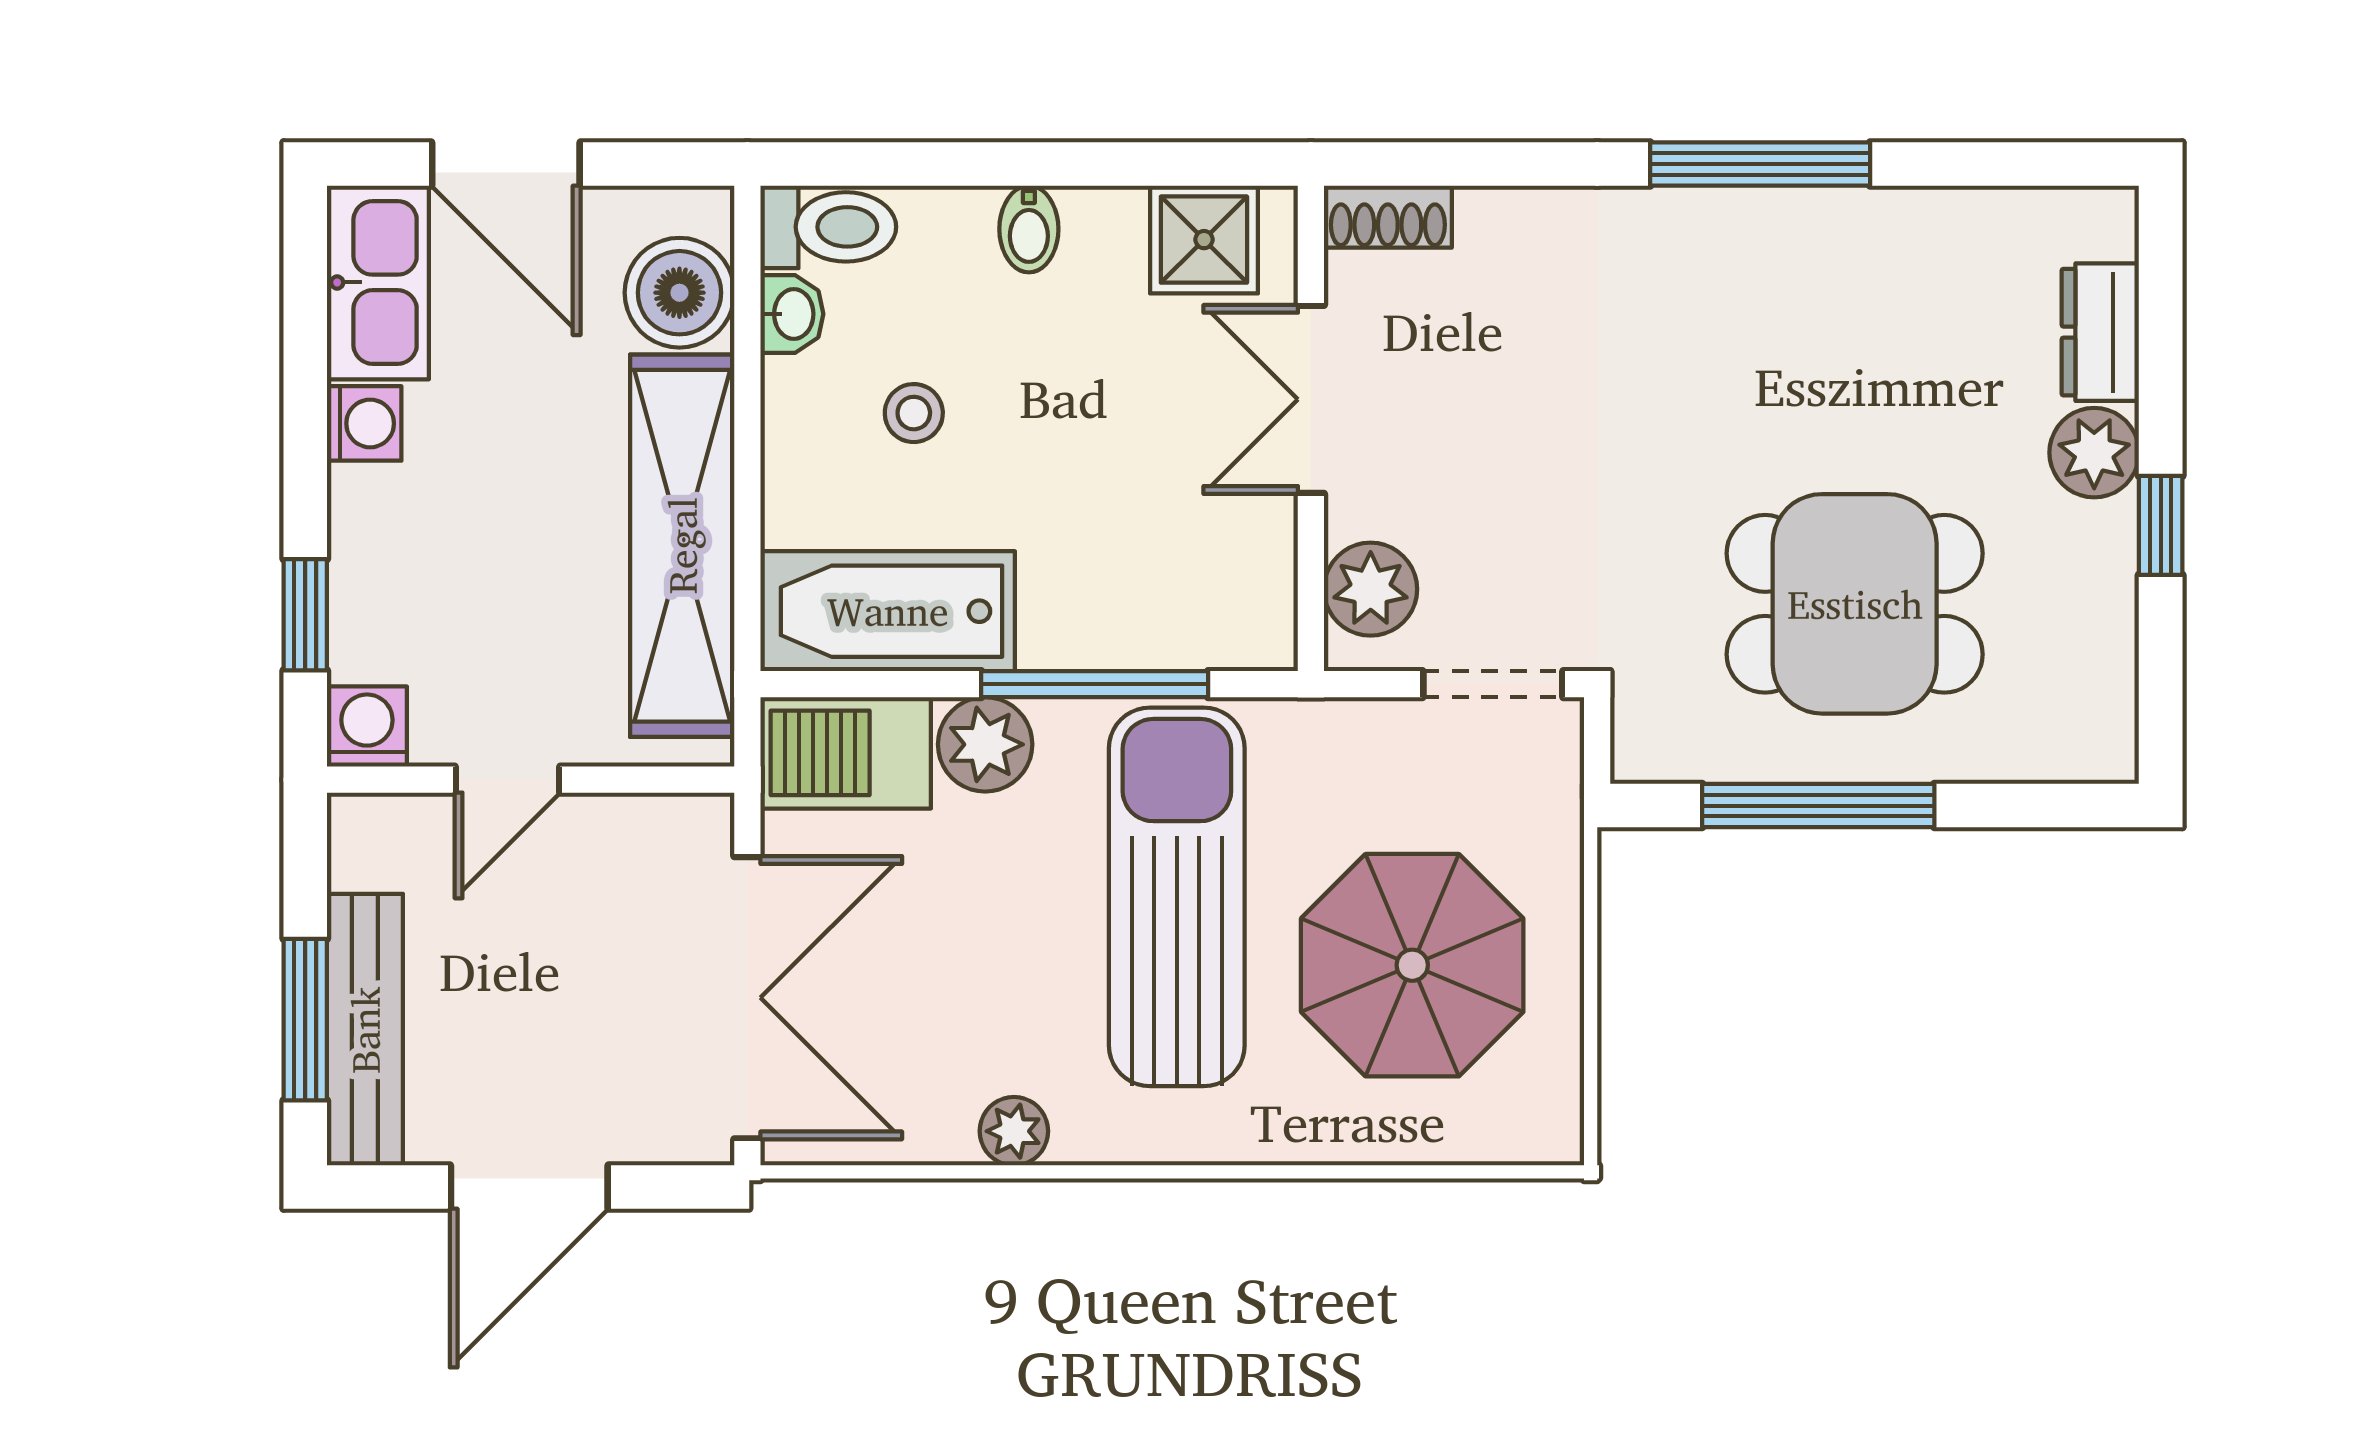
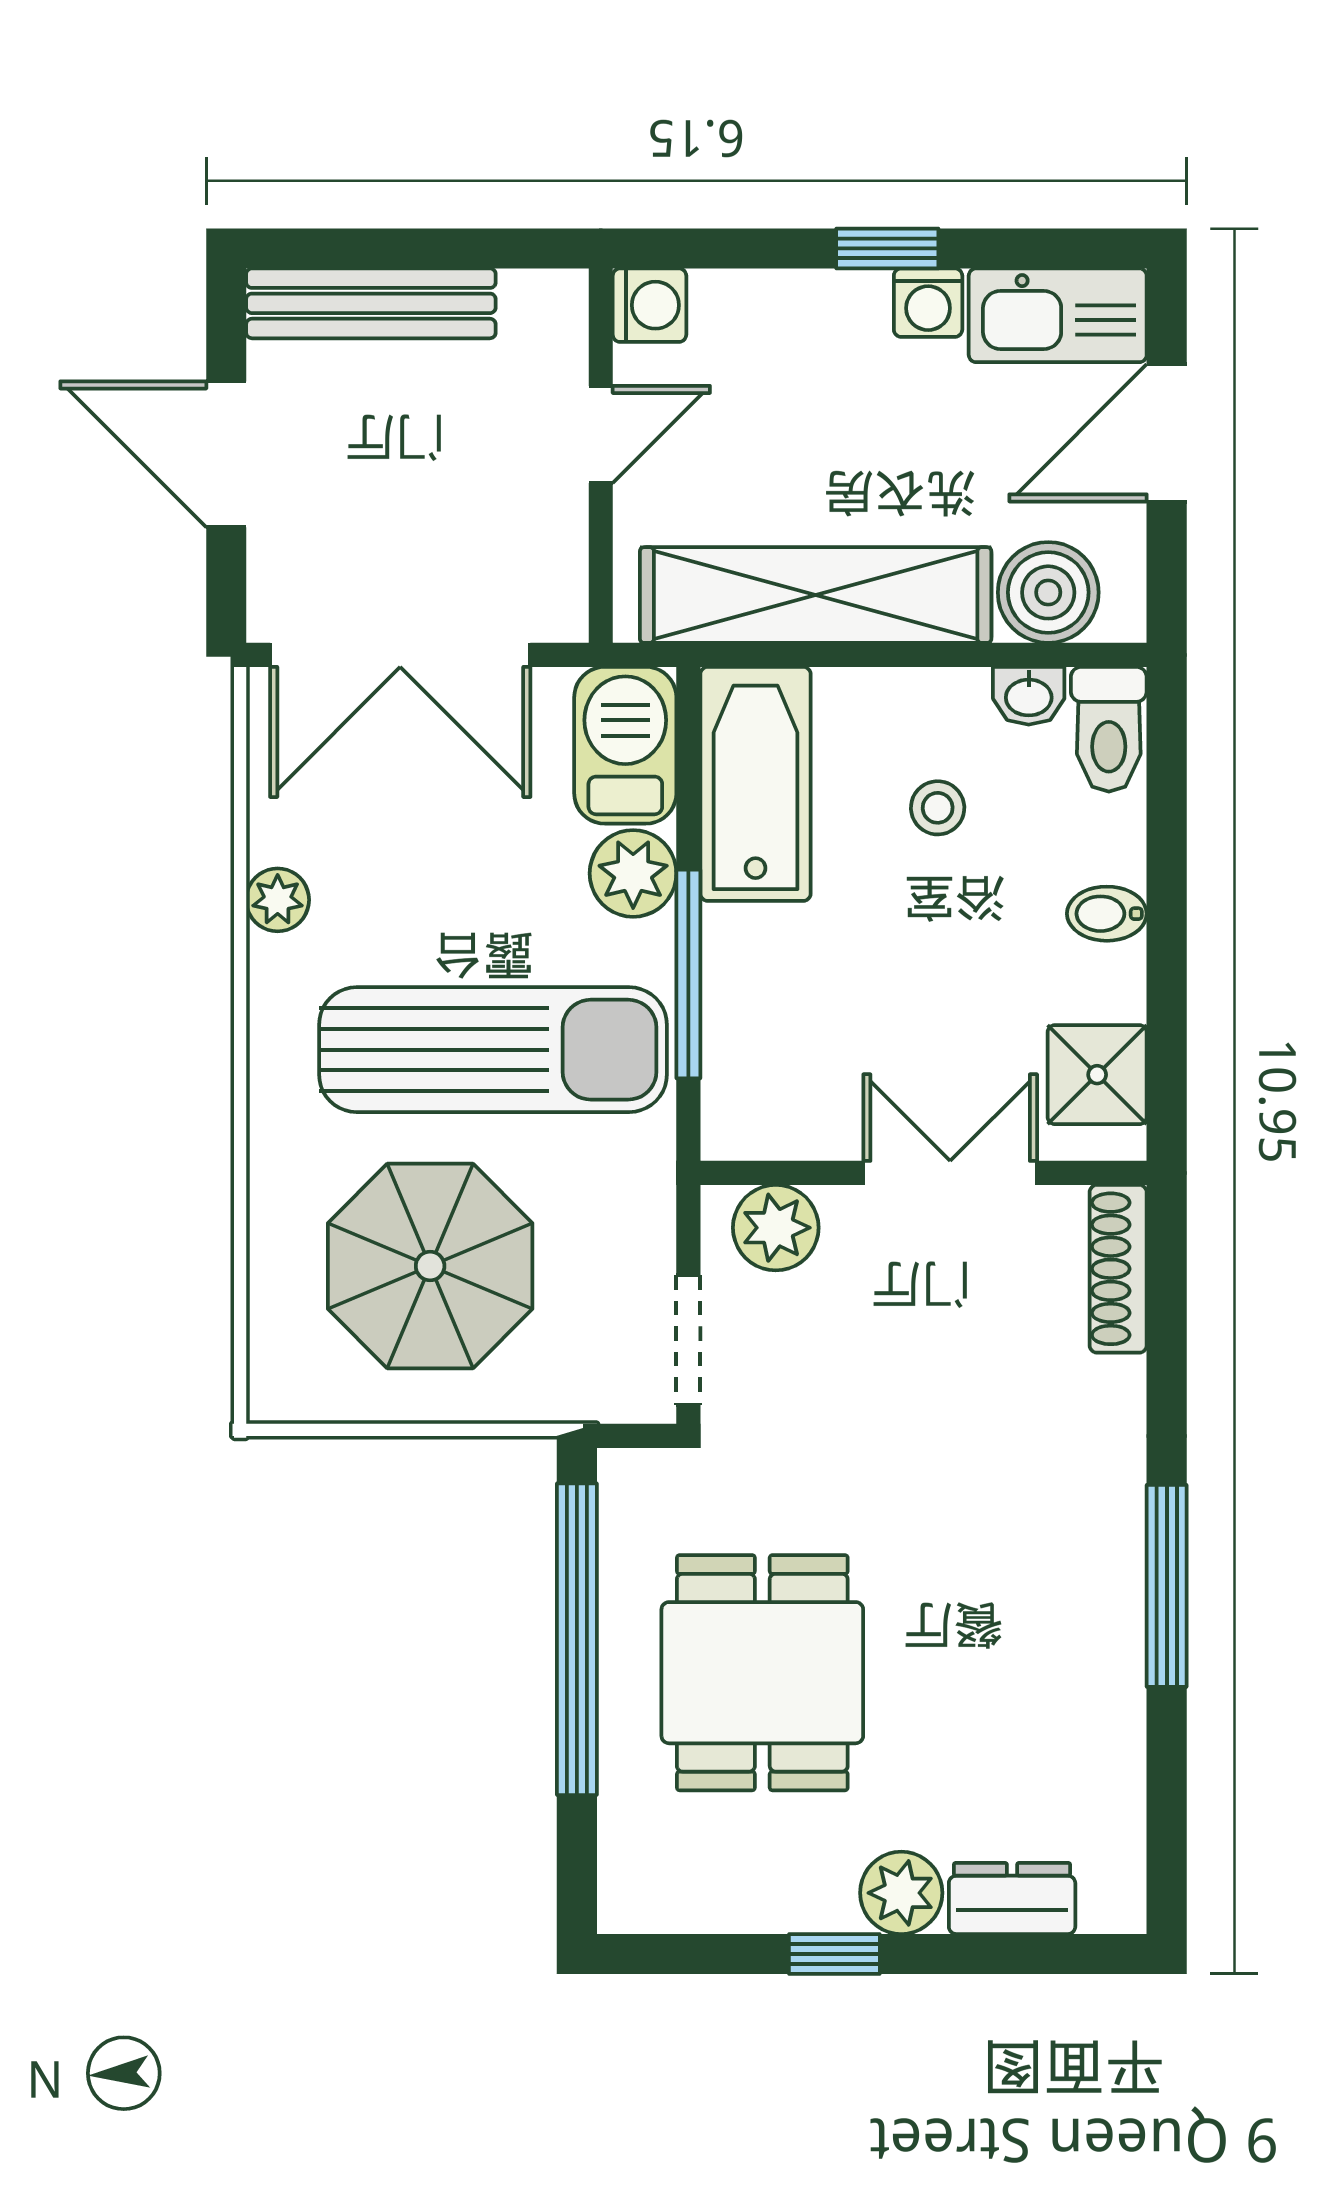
shoe rack: (1388, 217) -> (1118, 1269), width x1.43
window: (305, 615) -> (887, 248), moved
door: (508, 780) -> (601, 434), swing flipped
window: (1818, 806) -> (577, 1639), width x1.46
window: (305, 1020) -> (380, 248), removed

